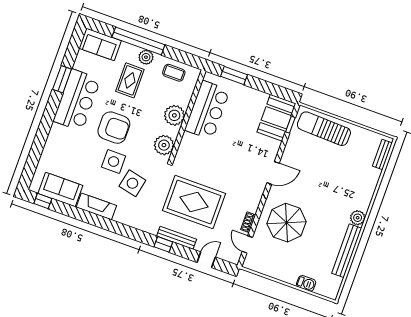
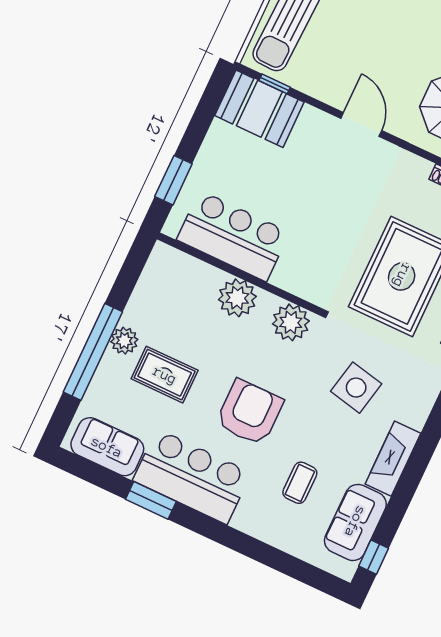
sofa: (100, 44) -> (107, 447), moved, turned -90
coffee table: (174, 73) -> (300, 483), moved
side table: (114, 162) -> (313, 419), removed

